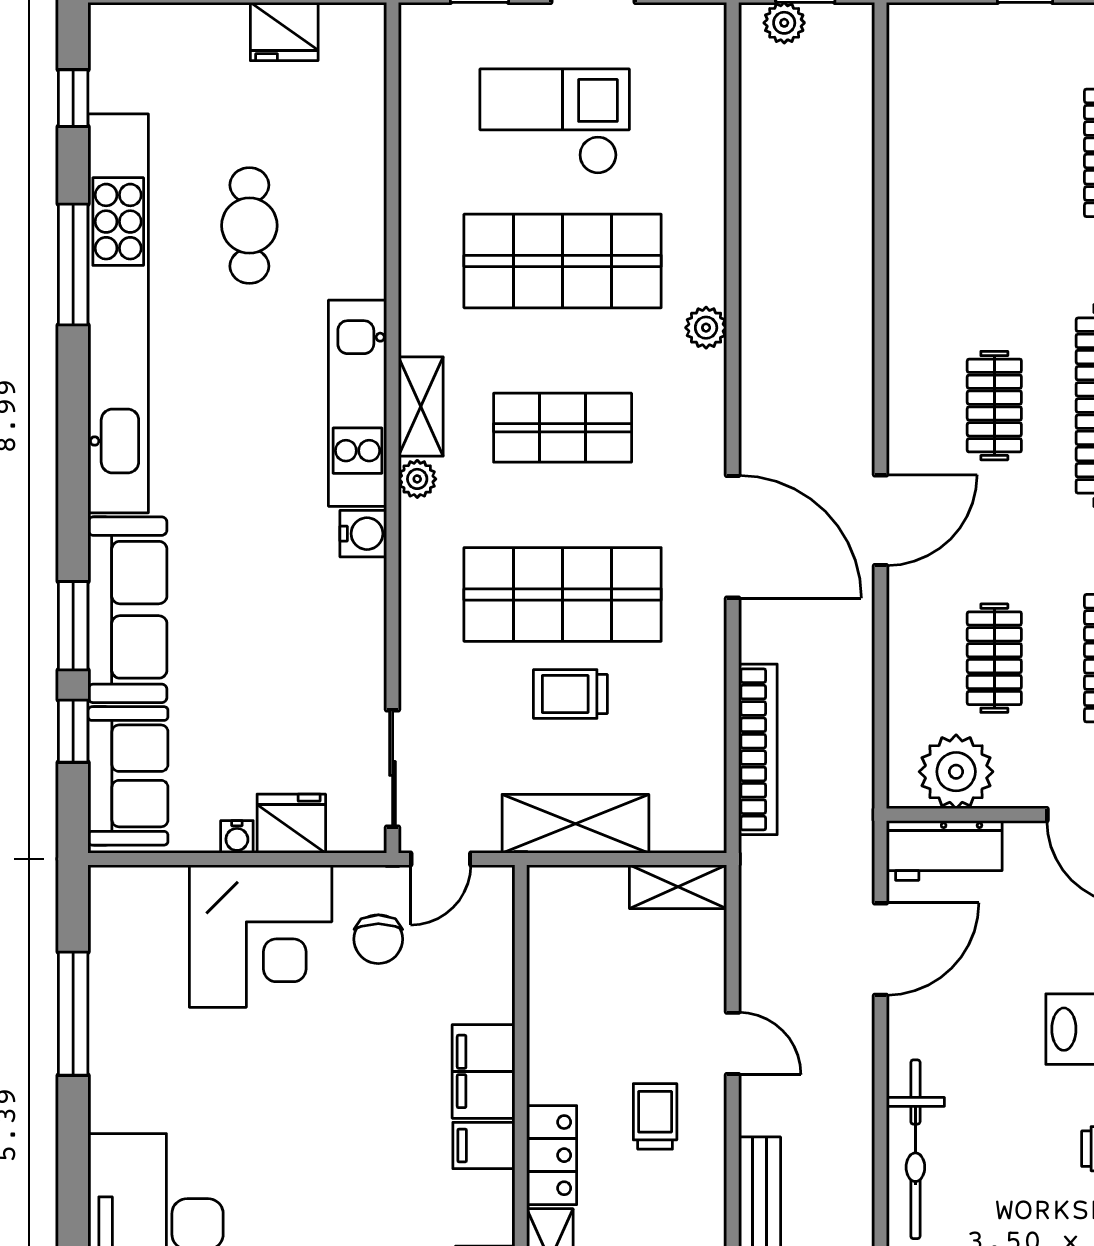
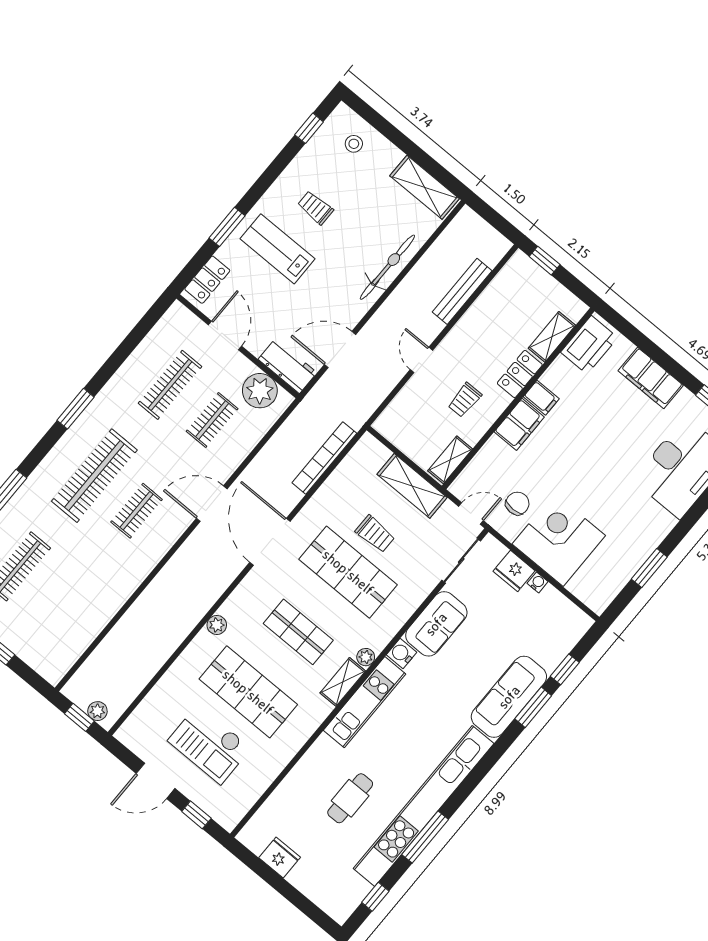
sofa: (128, 776) -> (436, 624), moved, turned 180
shelving: (678, 887) -> (450, 460), moved, turned 90
window: (73, 1014) -> (649, 568), width x0.69
trolley: (655, 1116) -> (465, 400), moved

